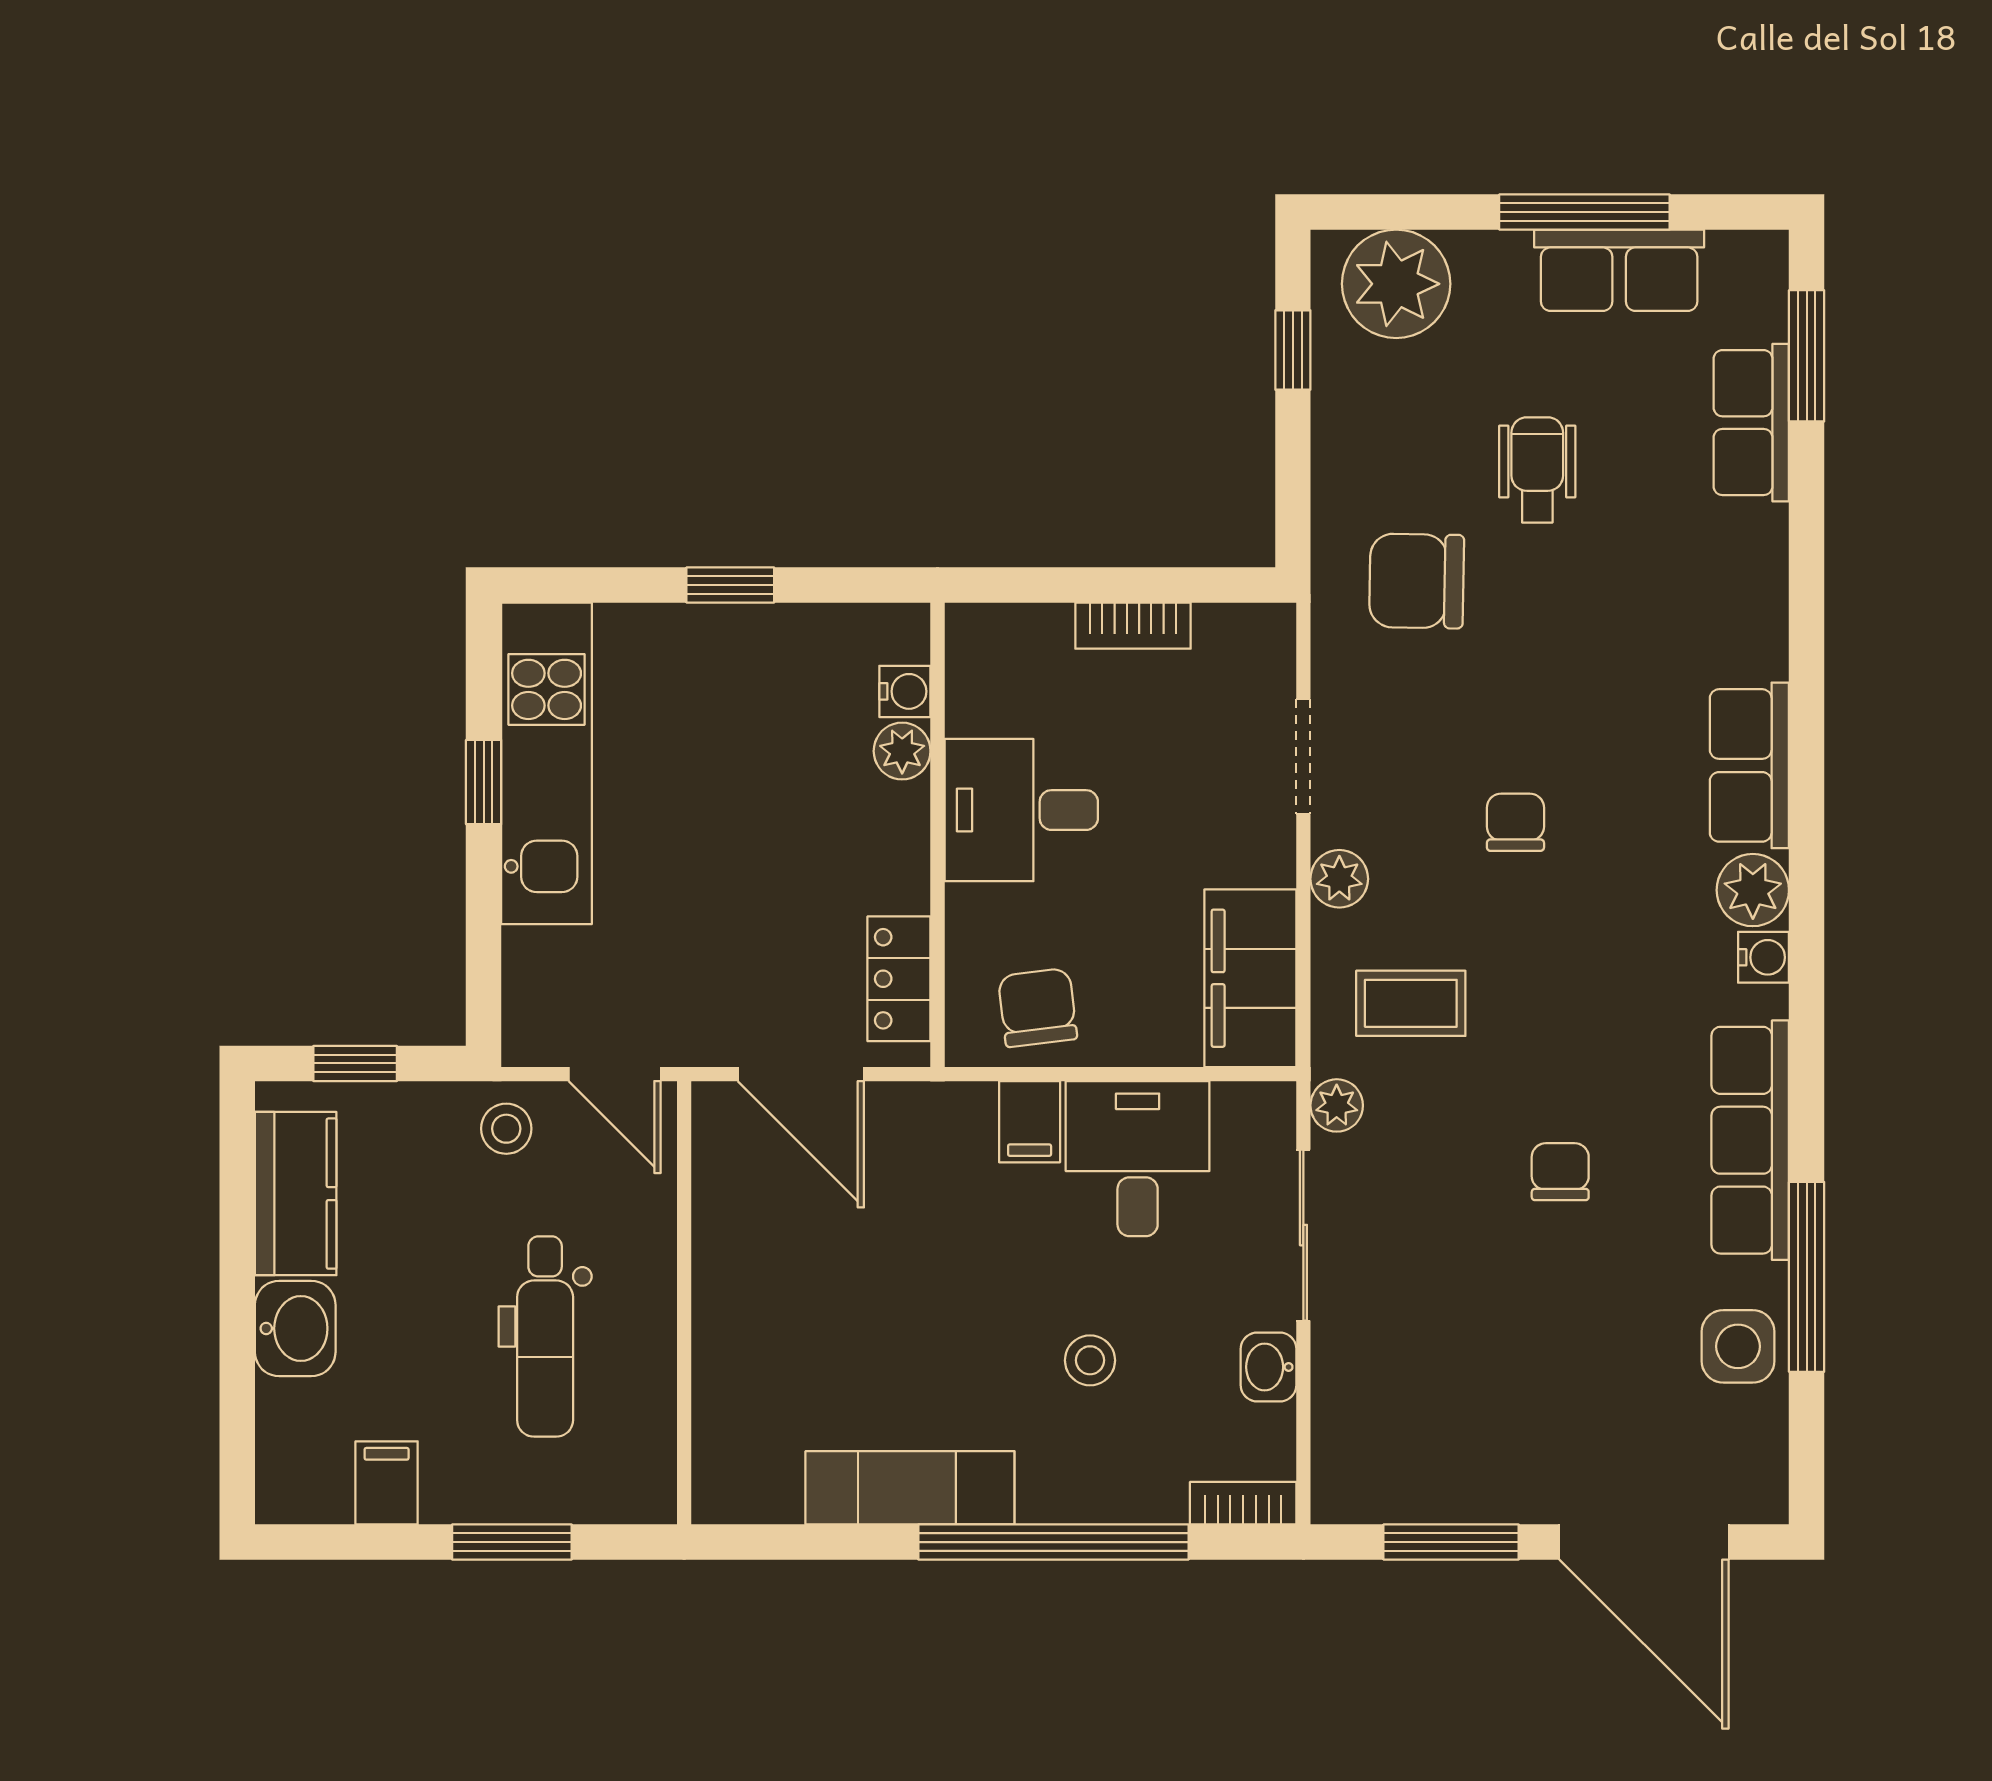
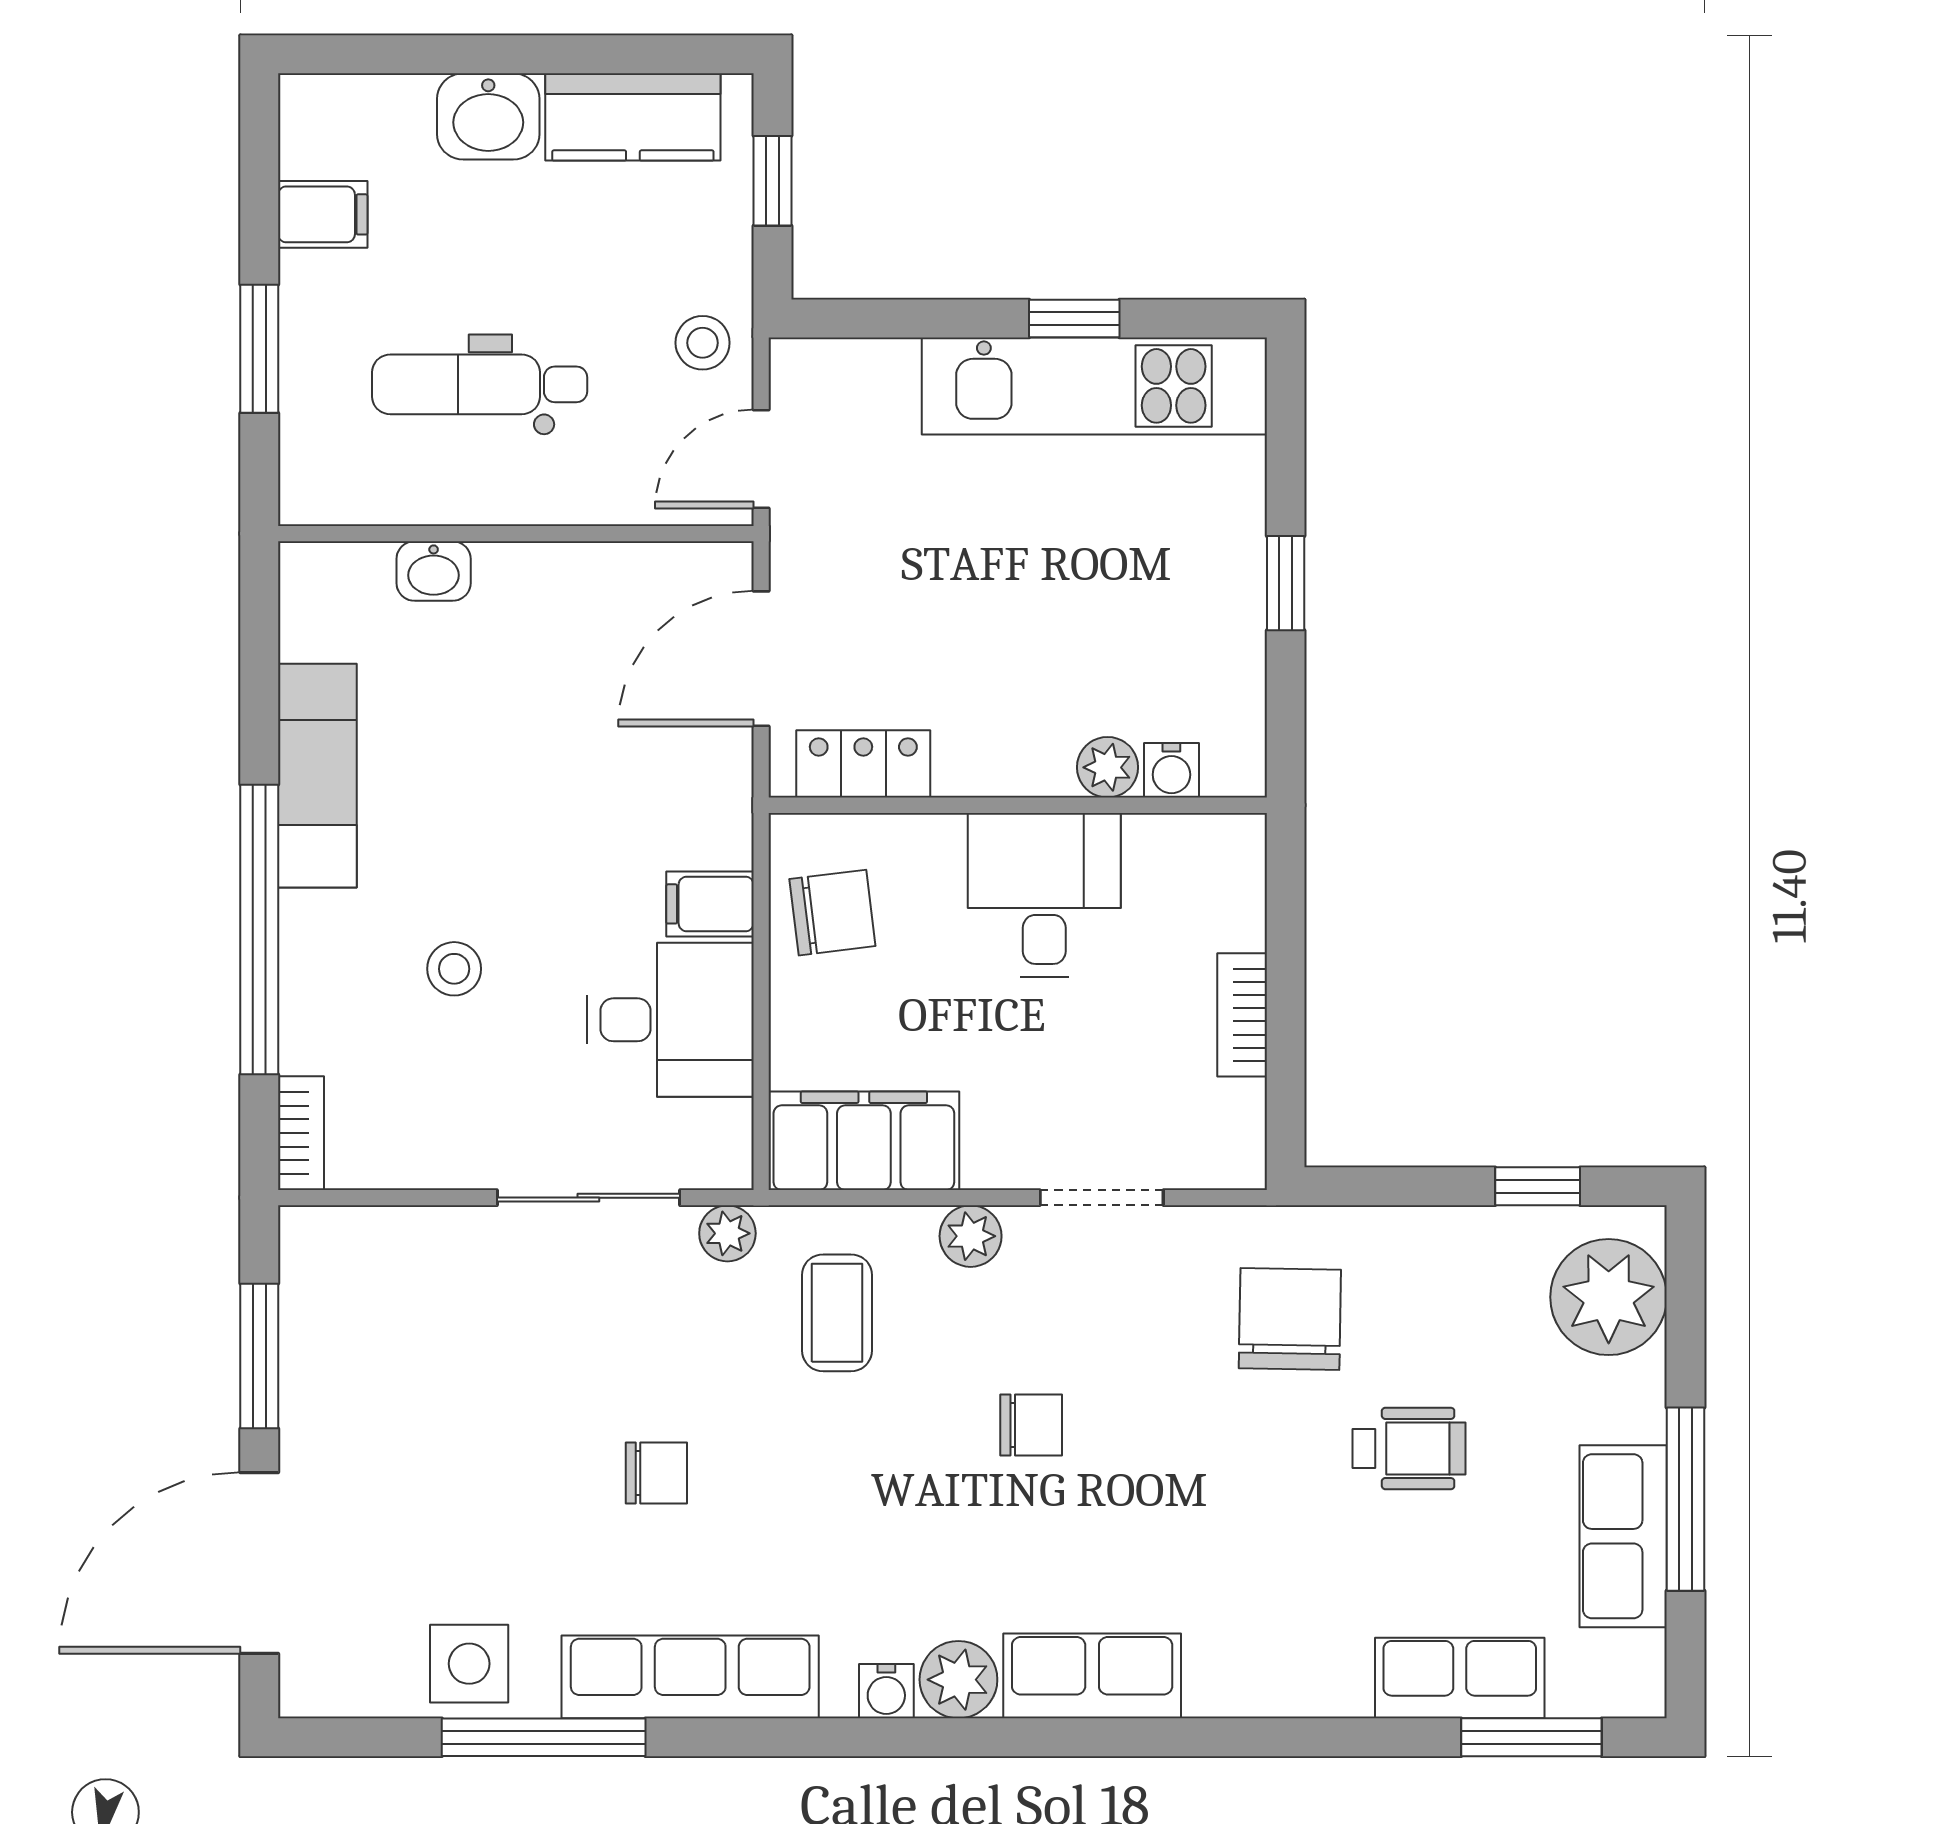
washbasin: (1269, 1367) -> (434, 571), moved, turned 180

